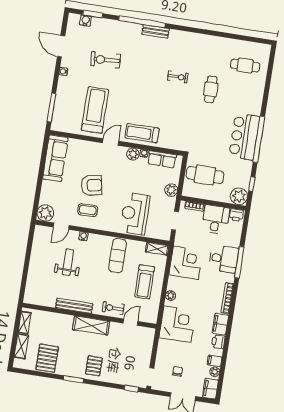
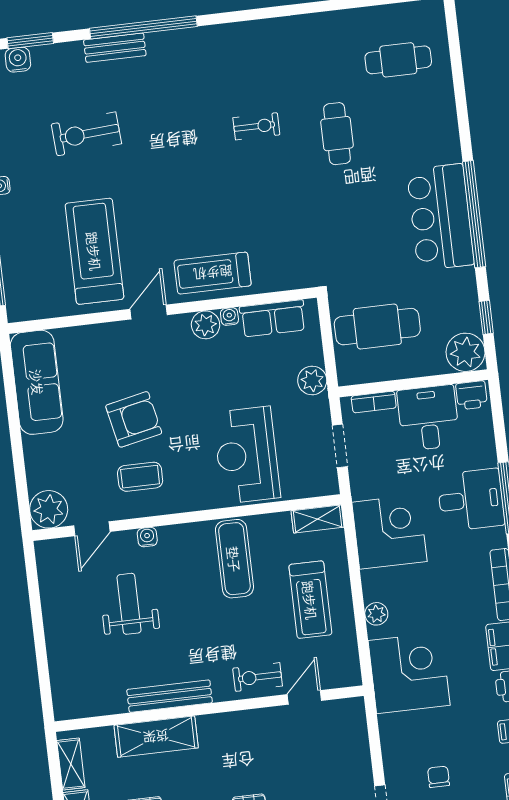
bench: (155, 31) -> (115, 48), moved
shelving: (91, 325) -> (156, 737), moved

